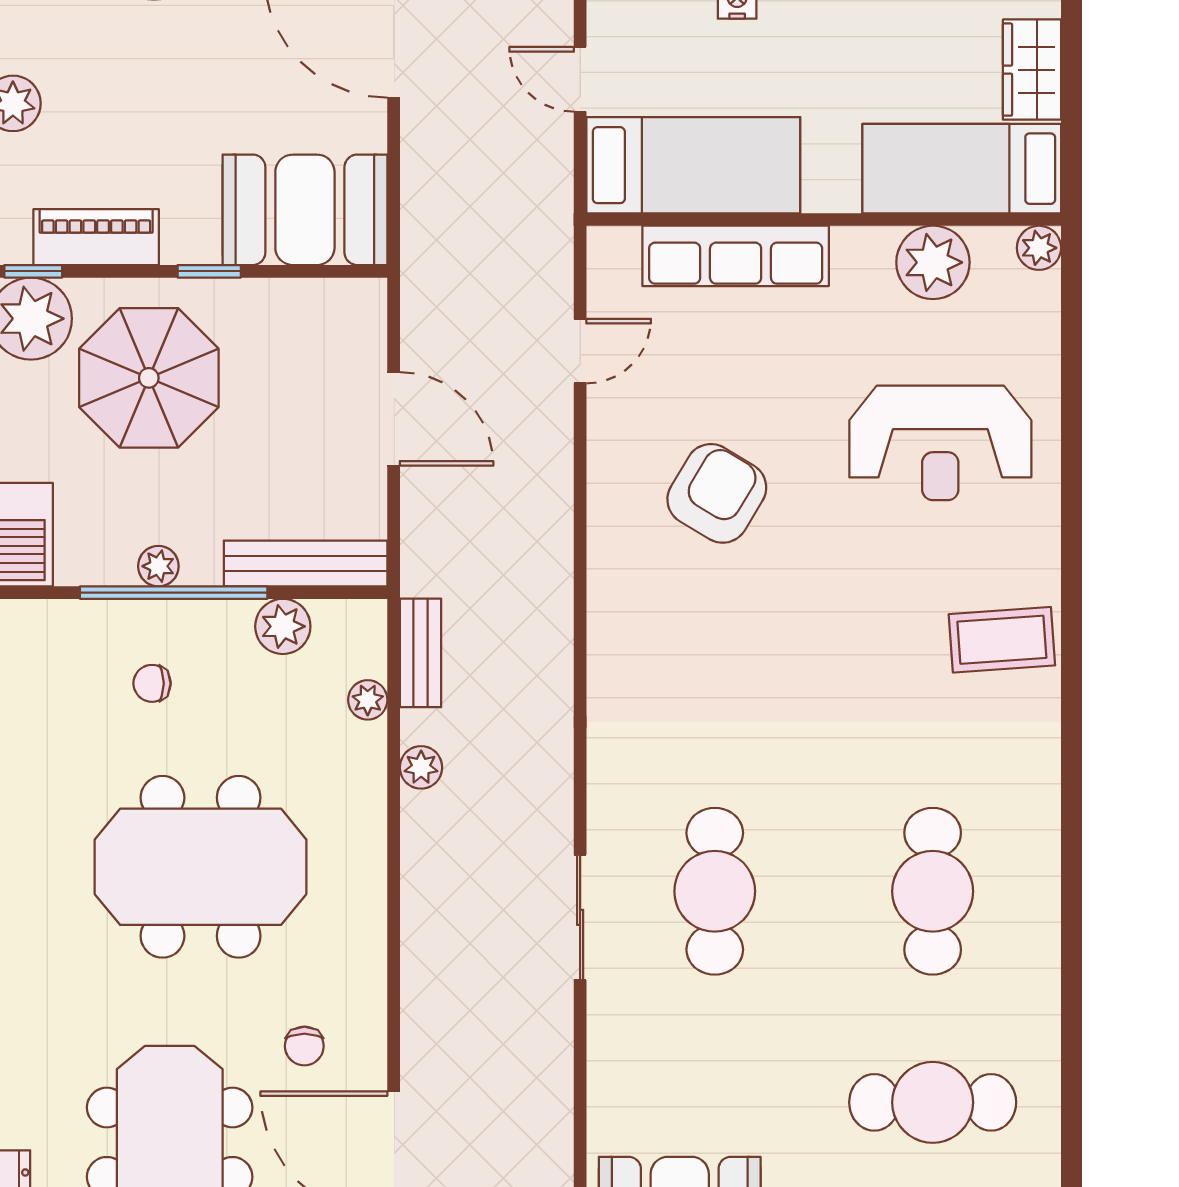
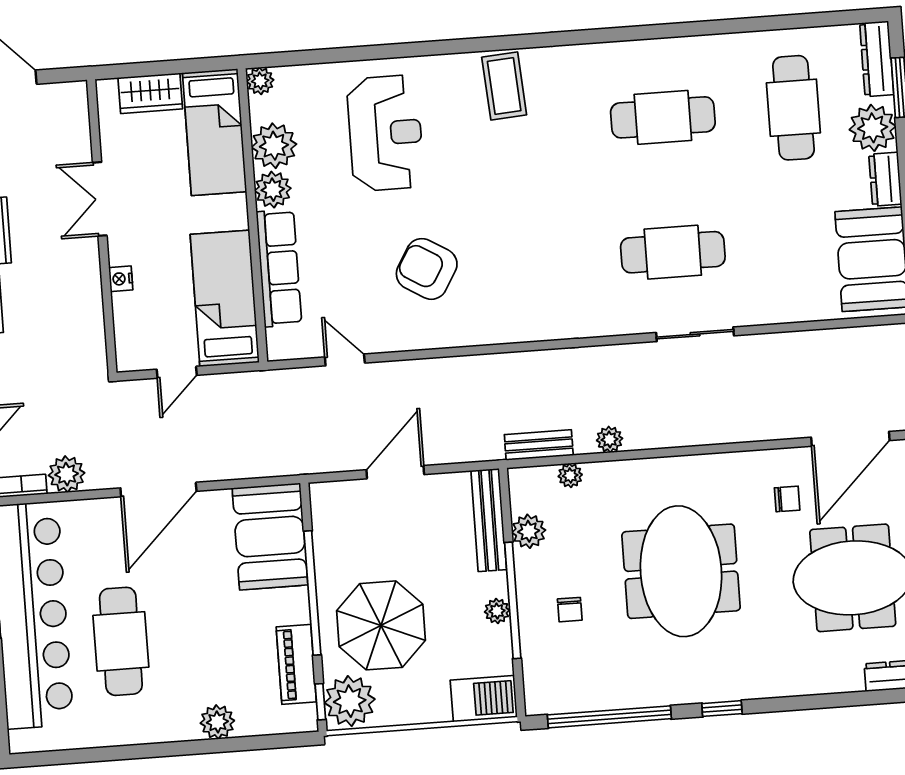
plant: (863, 255) -> (273, 190), added
window: (209, 271) -> (312, 593), width x3.17

